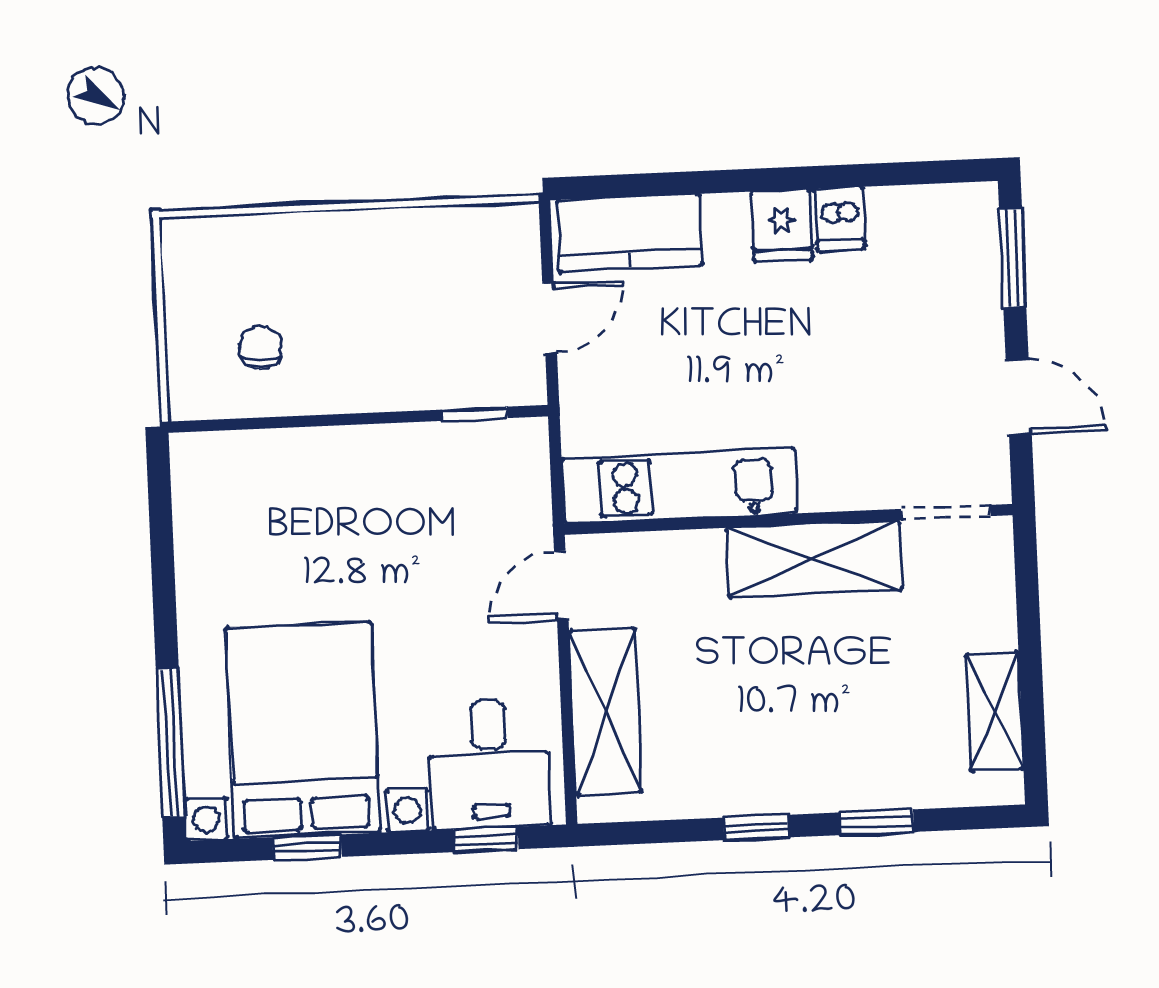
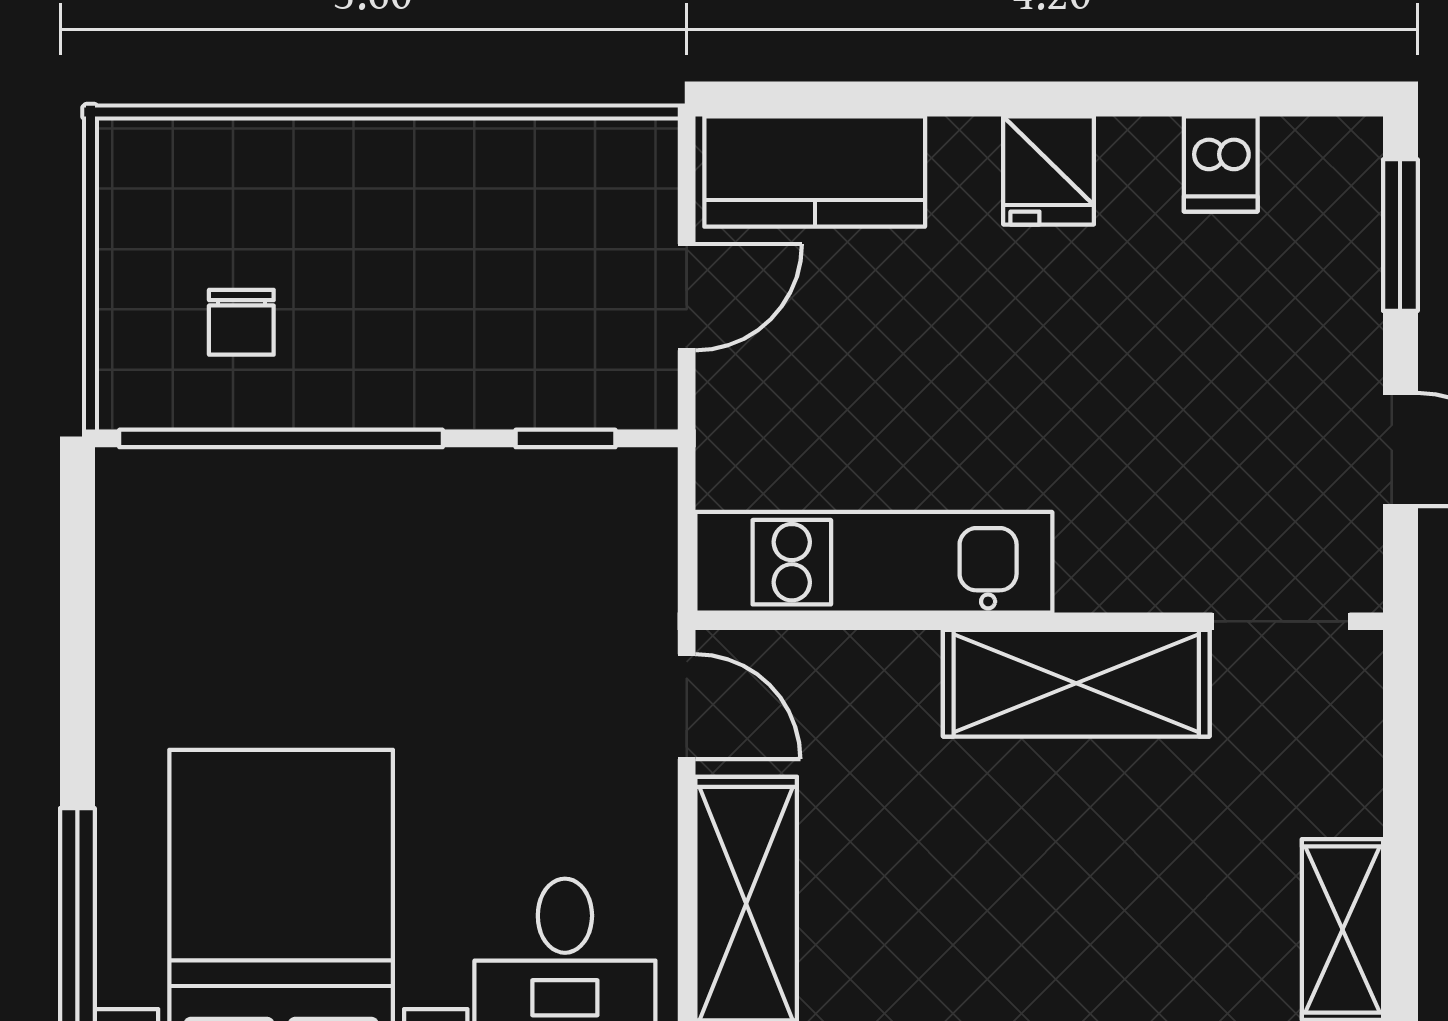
dishwasher: (840, 219) -> (1221, 164), moved
chair: (260, 347) -> (241, 322), turned 180
window: (289, 422) -> (281, 438), added
door: (561, 585) -> (687, 707), swing flipped

